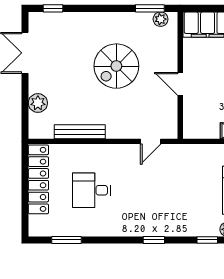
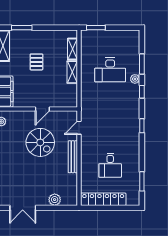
spiral stairs: (116, 66) -> (40, 142), moved
bench: (80, 132) -> (73, 157), moved
door: (151, 141) -> (79, 128), swing flipped

